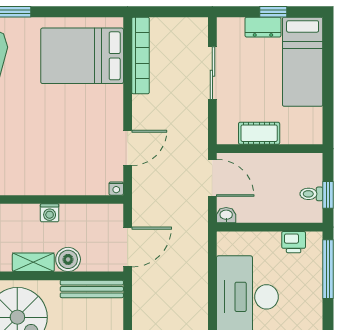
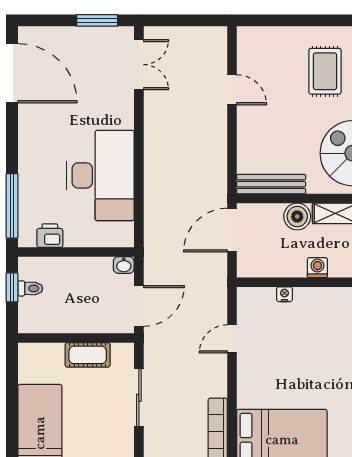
sliding door: (212, 73) -> (139, 398), moved
door: (128, 148) -> (232, 339), width x0.73
door: (212, 178) -> (139, 306), swing flipped
nightstand: (116, 189) -> (284, 294), moved

